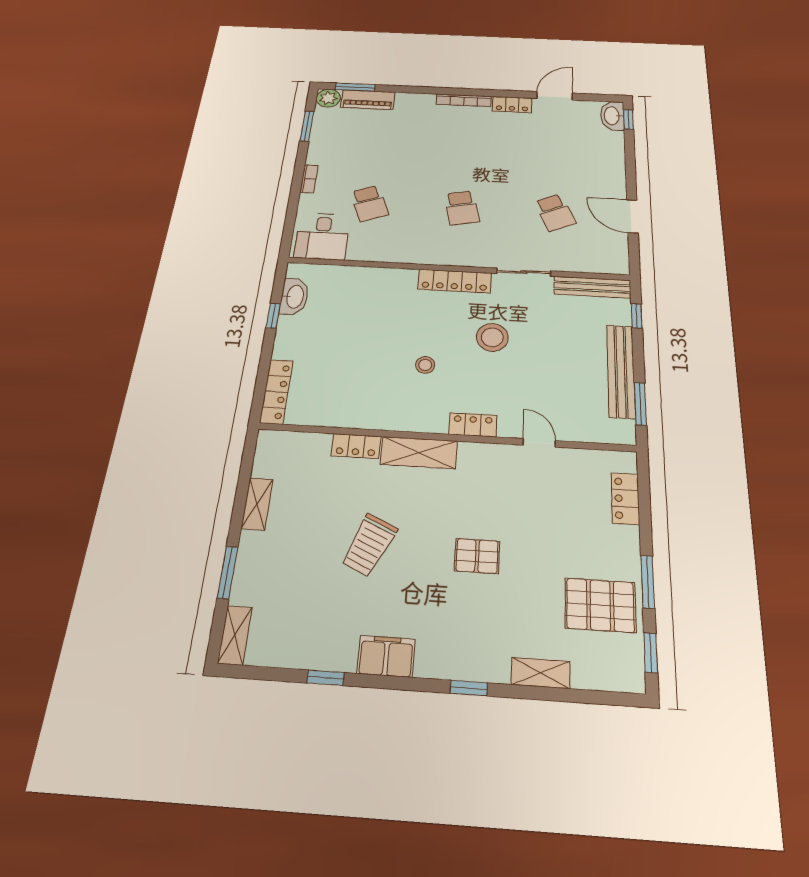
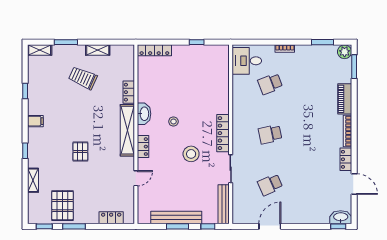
piano: (368, 100) -> (345, 99), moved
washbasin: (294, 297) -> (144, 114), moved, turned -90
window: (640, 404) -> (178, 226), moved
shelving: (419, 453) -> (127, 130), width x1.47
trolley: (369, 545) -> (83, 78), moved
filing cabinet: (386, 656) -> (35, 121), width x0.50

